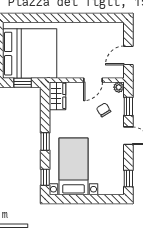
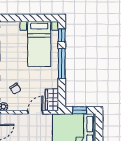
door: (93, 80) -> (35, 112), moved
window: (45, 142) -> (62, 64), width x2.17

